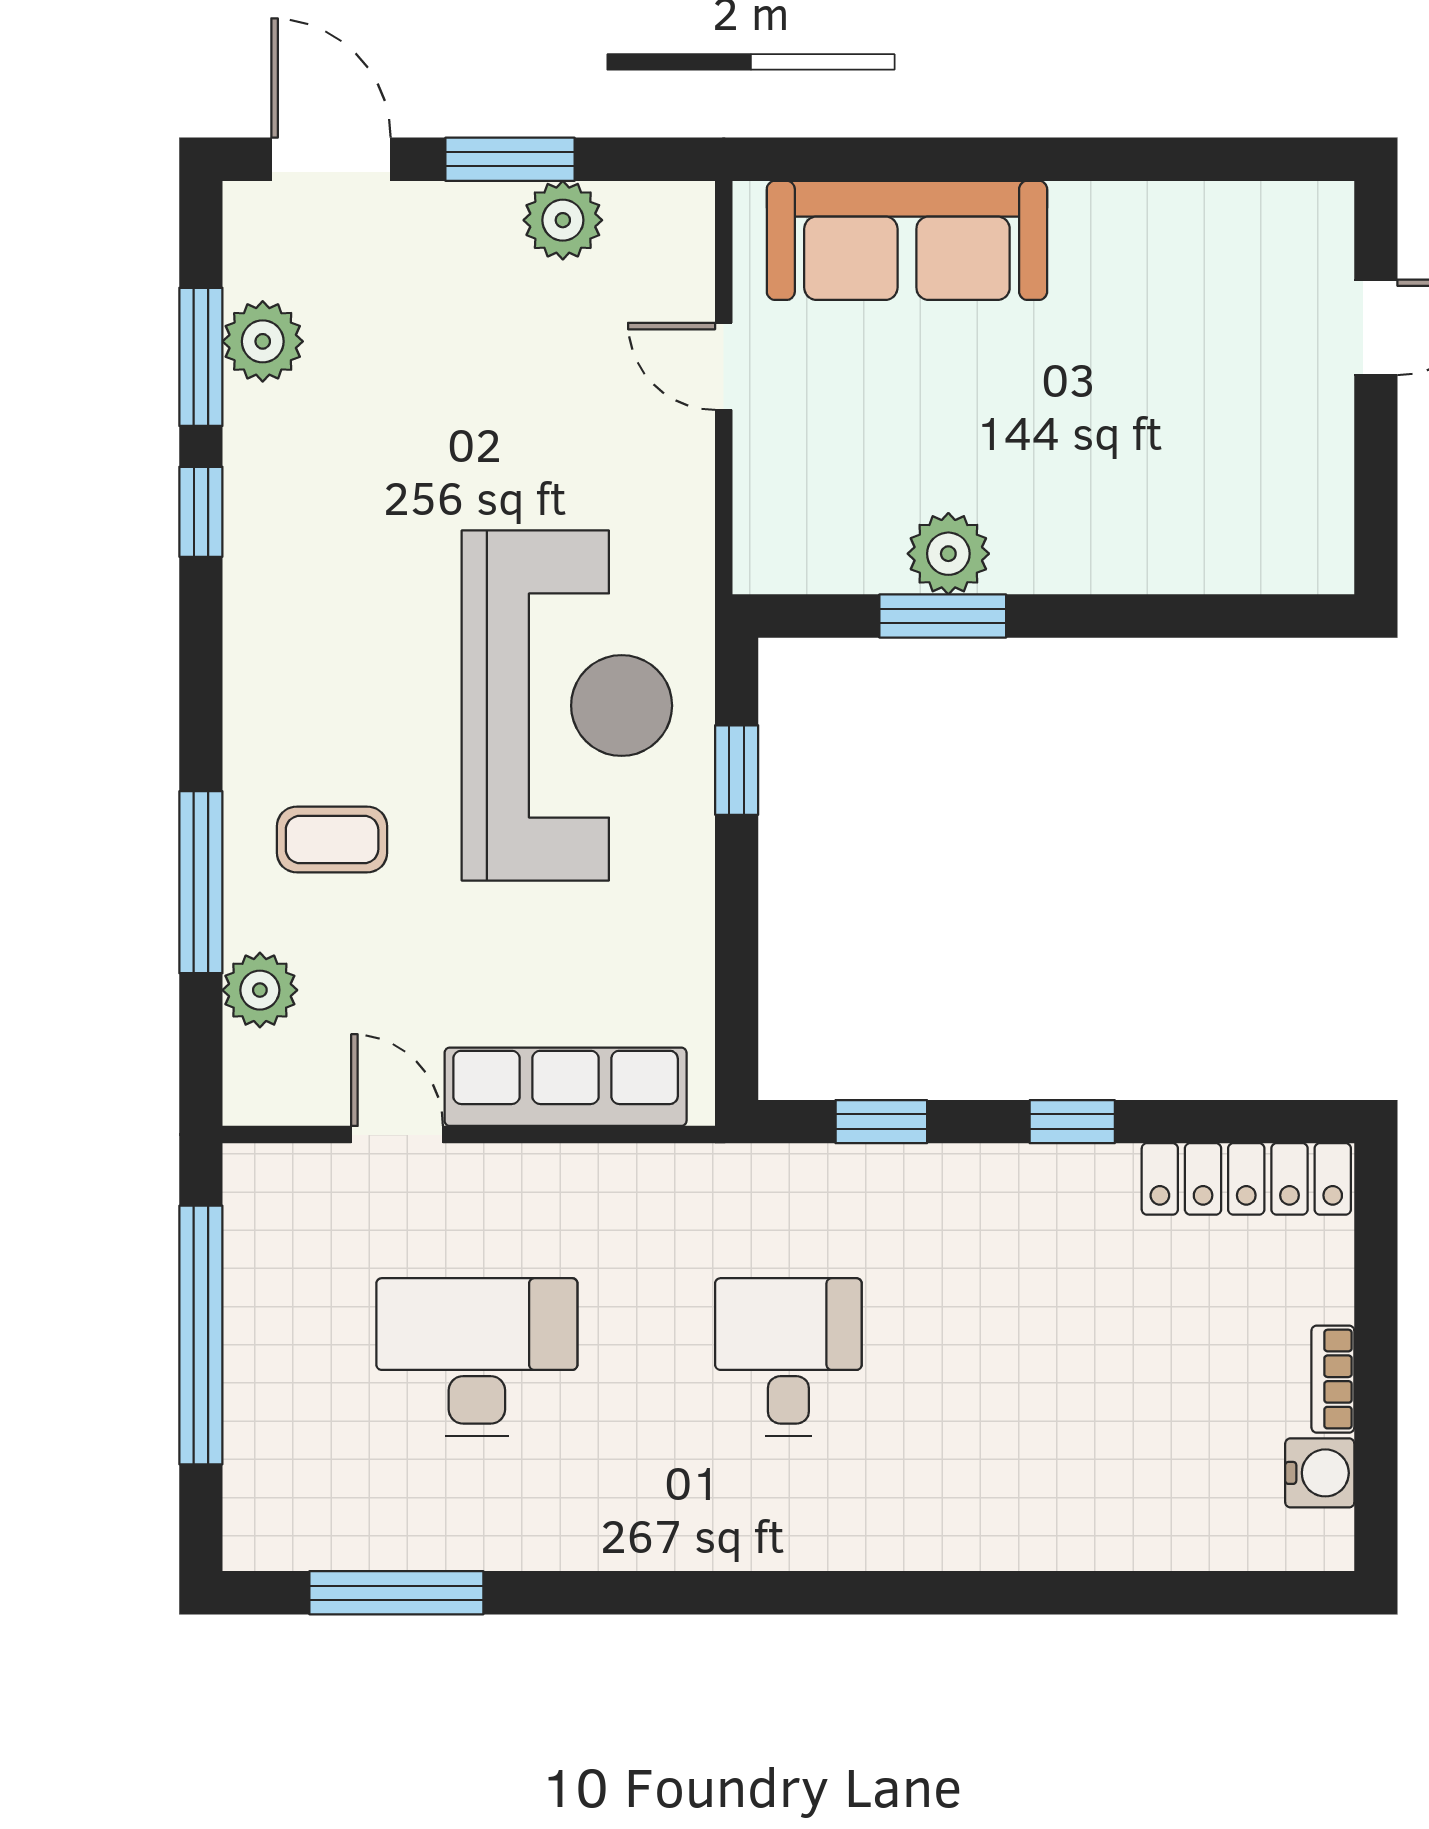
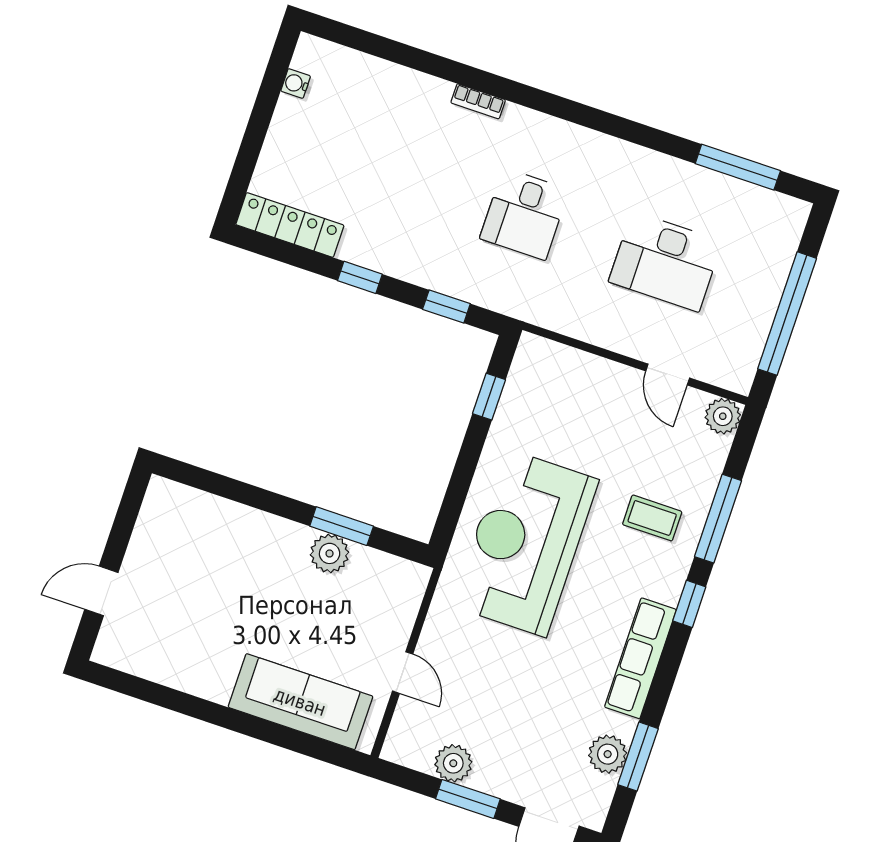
window: (201, 512) -> (689, 604), moved
window: (737, 770) -> (489, 397), moved
plant: (260, 990) -> (723, 416), moved
row of seats: (566, 1087) -> (640, 658), moved, turned 90
bookcase: (1333, 1379) -> (478, 101), moved, turned 90
water cooler: (1320, 1473) -> (296, 83), width x0.72, depth x0.72

